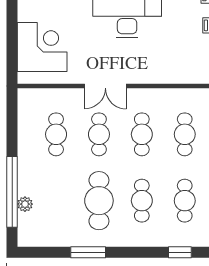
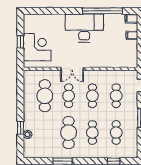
window: (12, 37) -> (20, 42), added
cafe table: (56, 134) -> (45, 96), width x1.37, depth x1.35
window: (12, 192) -> (20, 128), width x0.32

